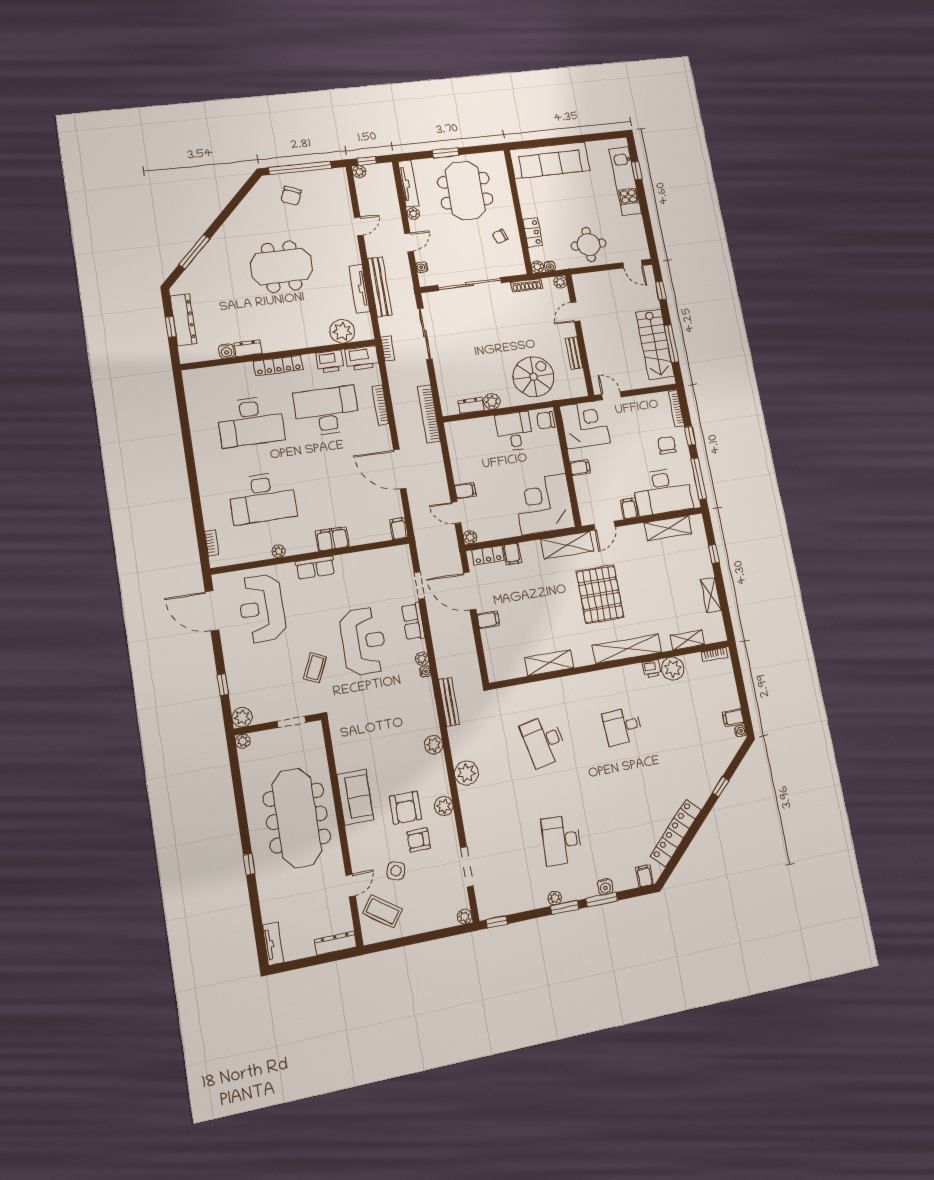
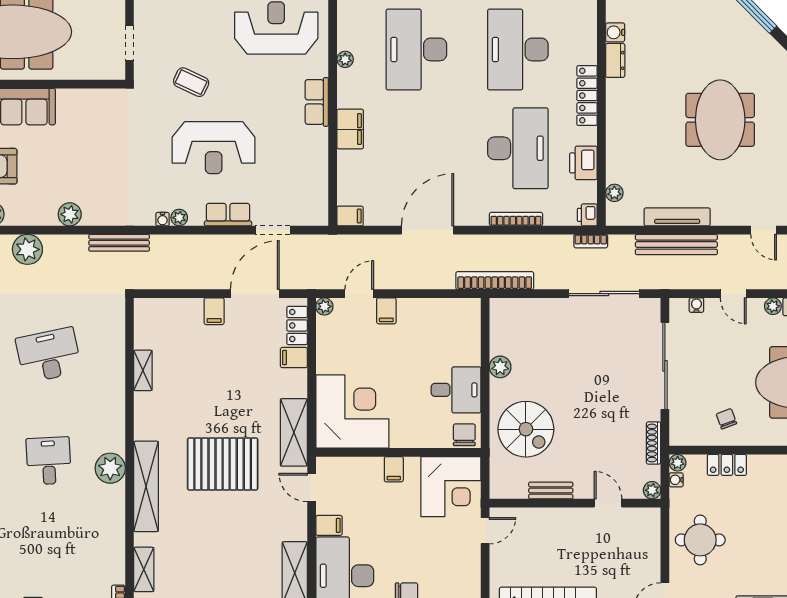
plant: (342, 331) -> (614, 193), width x0.53, depth x0.53
printer: (362, 358) -> (587, 215), width x0.53, depth x0.68
dresser: (471, 406) -> (499, 338), removed
shelving: (549, 663) -> (143, 370), width x0.67, depth x0.75
printer: (652, 669) -> (115, 514), removed
plant: (673, 669) -> (110, 468), moved

